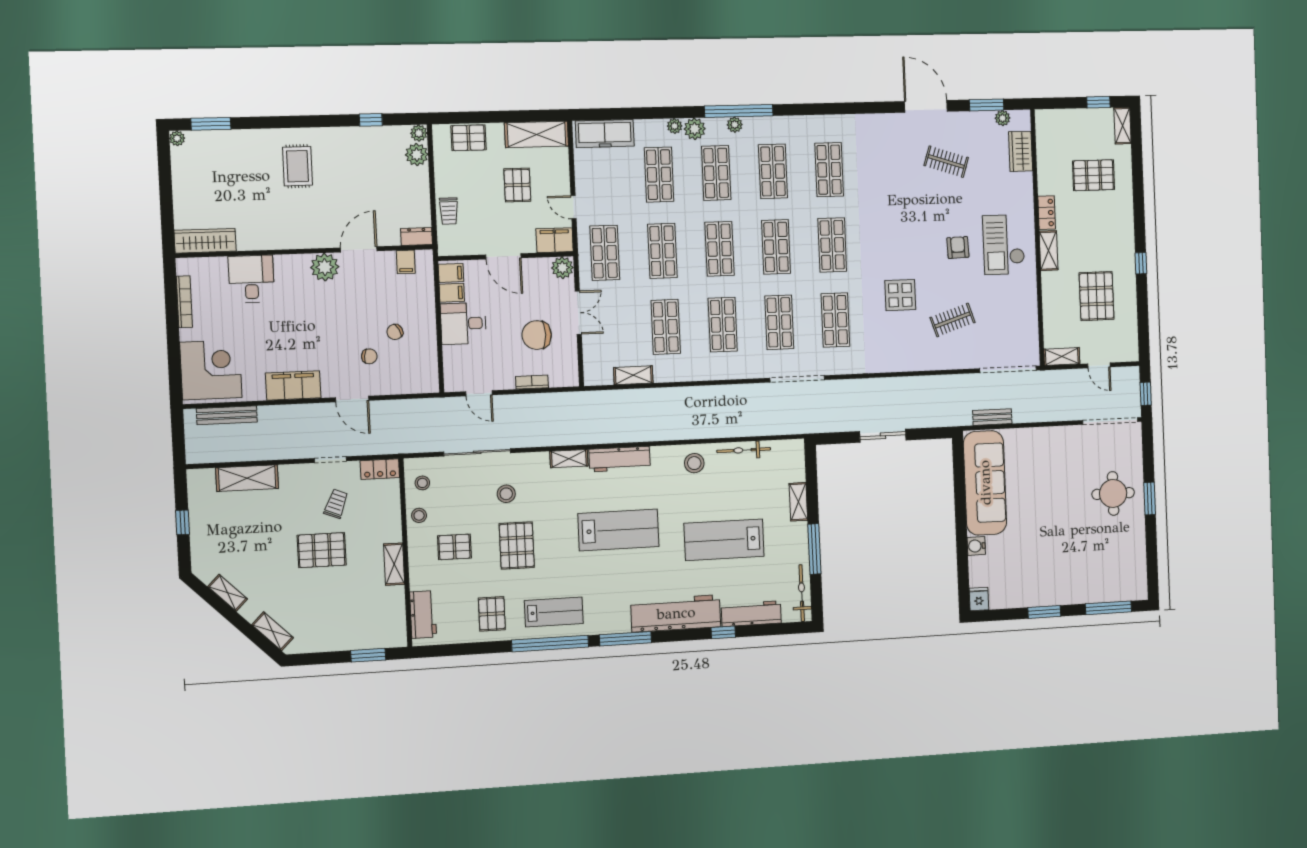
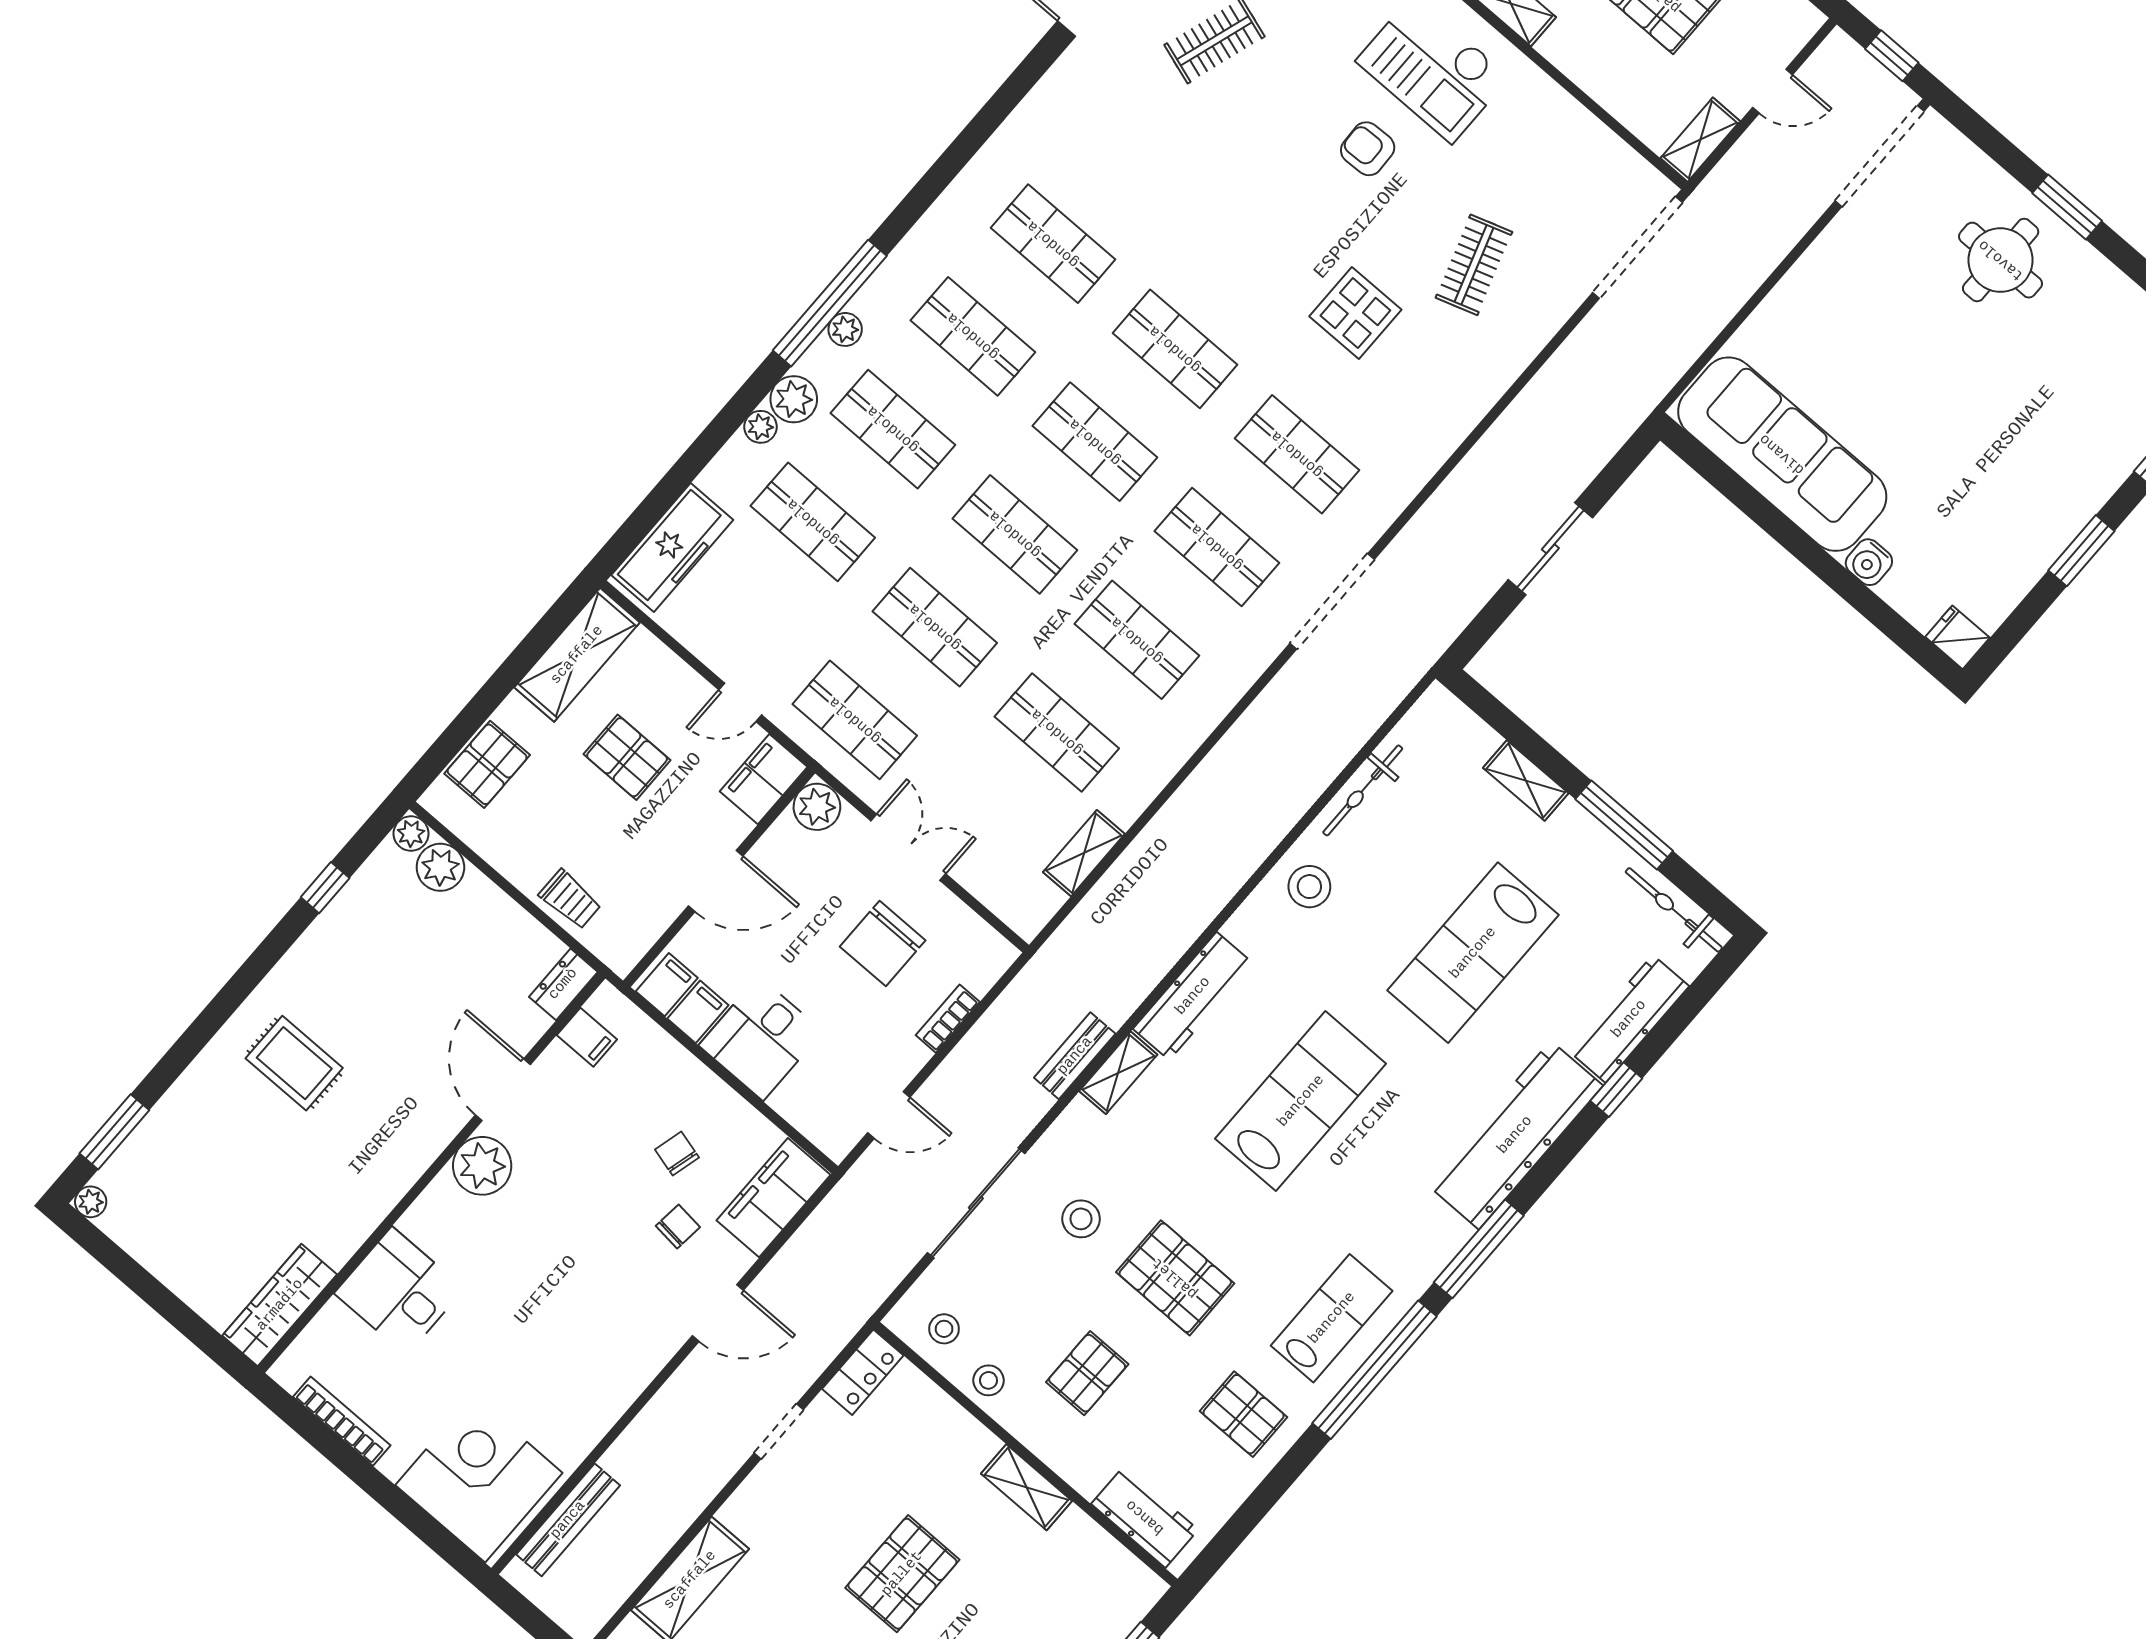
chair: (395, 332) -> (677, 1154), turned 133
filing cabinet: (293, 385) -> (774, 1198), moved
bench: (992, 417) -> (1075, 1056), moved
trolley: (336, 504) -> (853, 1486), removed

